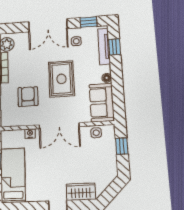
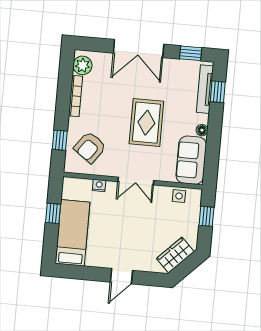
side table: (76, 41) -> (172, 76), removed
armchair: (28, 97) -> (90, 147), moved, turned -144
double door: (59, 126) -> (136, 181), width x0.73
wardrobe: (81, 192) -> (175, 255), moved, turned -45

